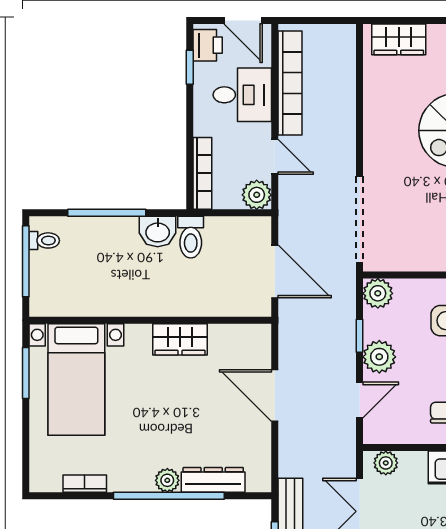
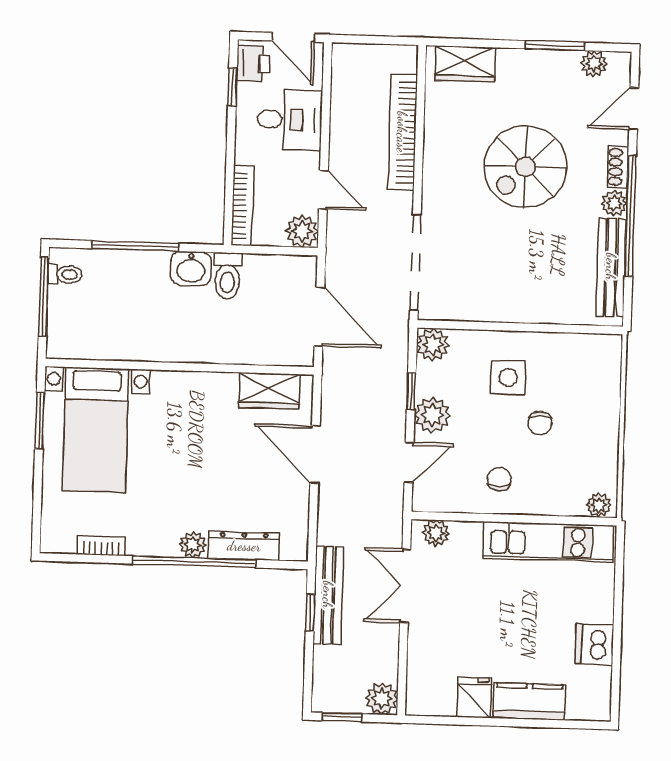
bookcase: (290, 83) -> (402, 132), moved, turned 180
wardrobe: (180, 339) -> (269, 391), moved

